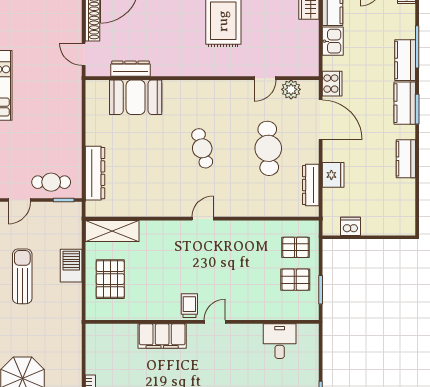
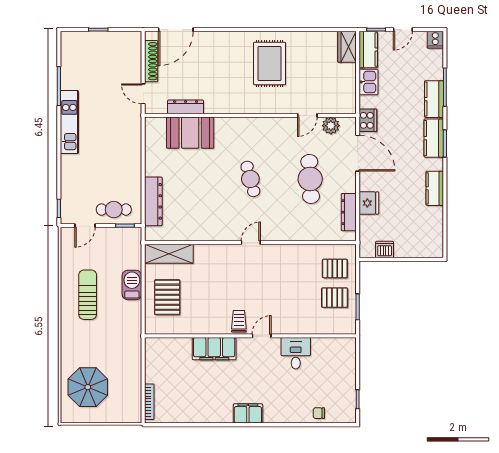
desk: (280, 341) -> (296, 353), moved

